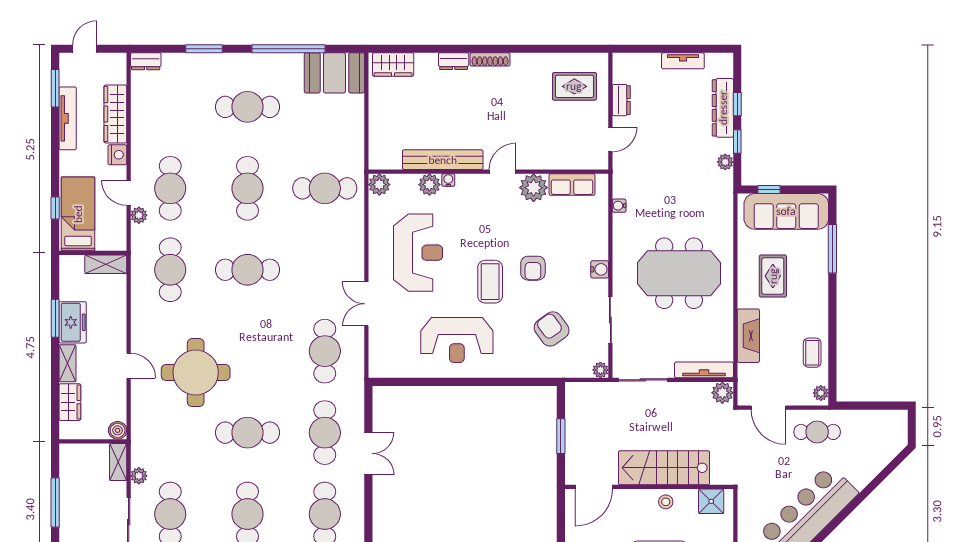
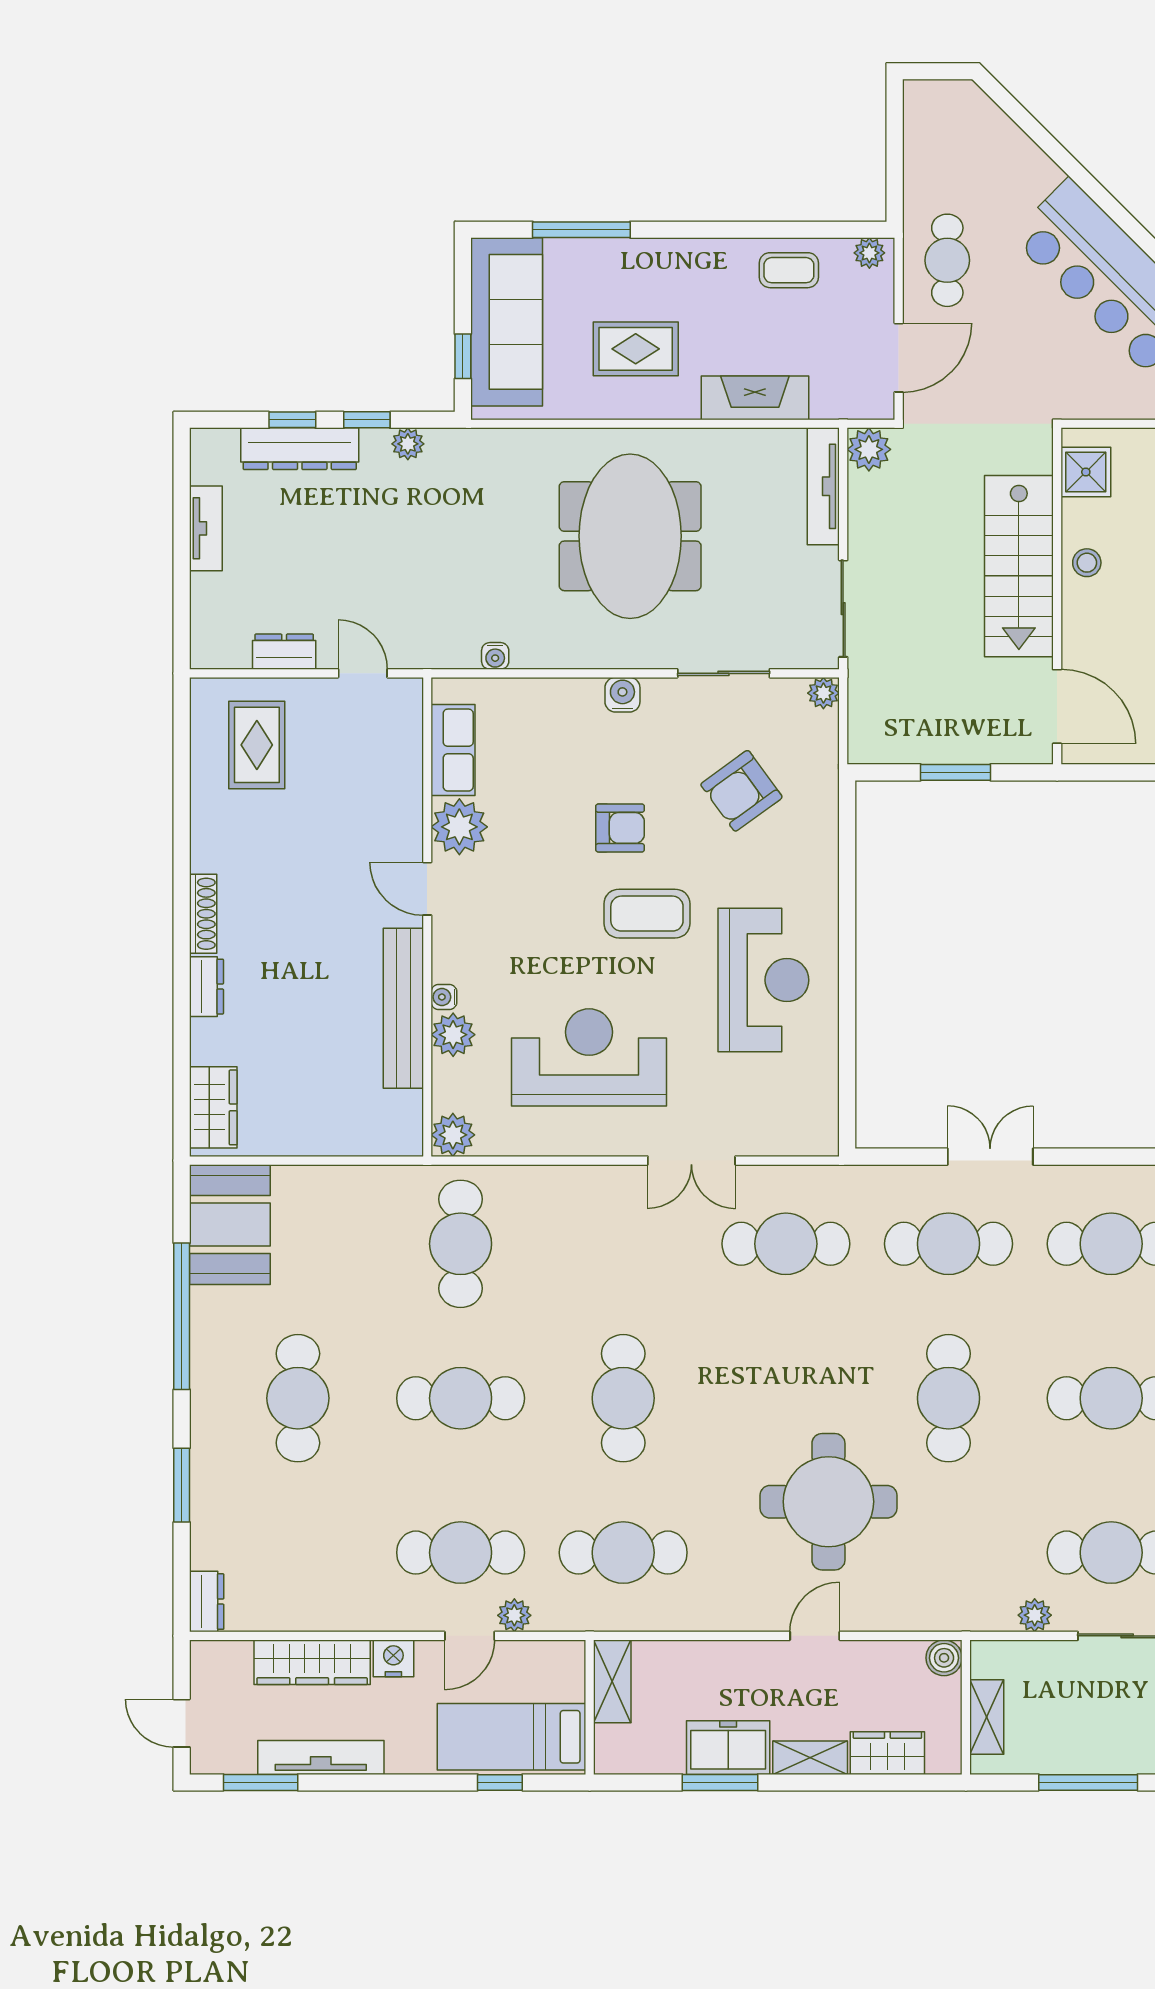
shelving: (118, 462) -> (987, 1717), moved, turned 90

